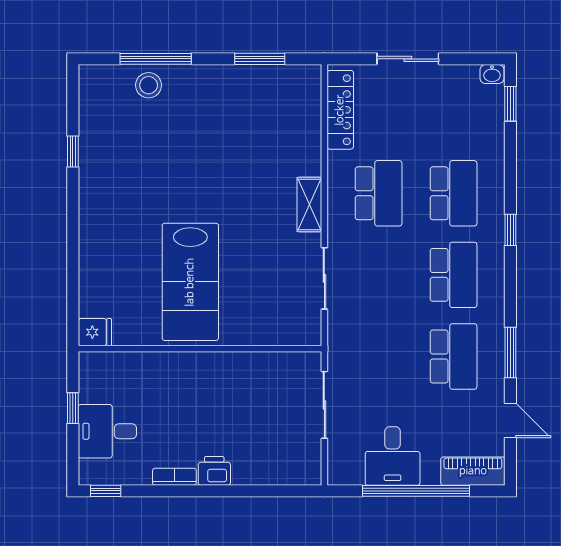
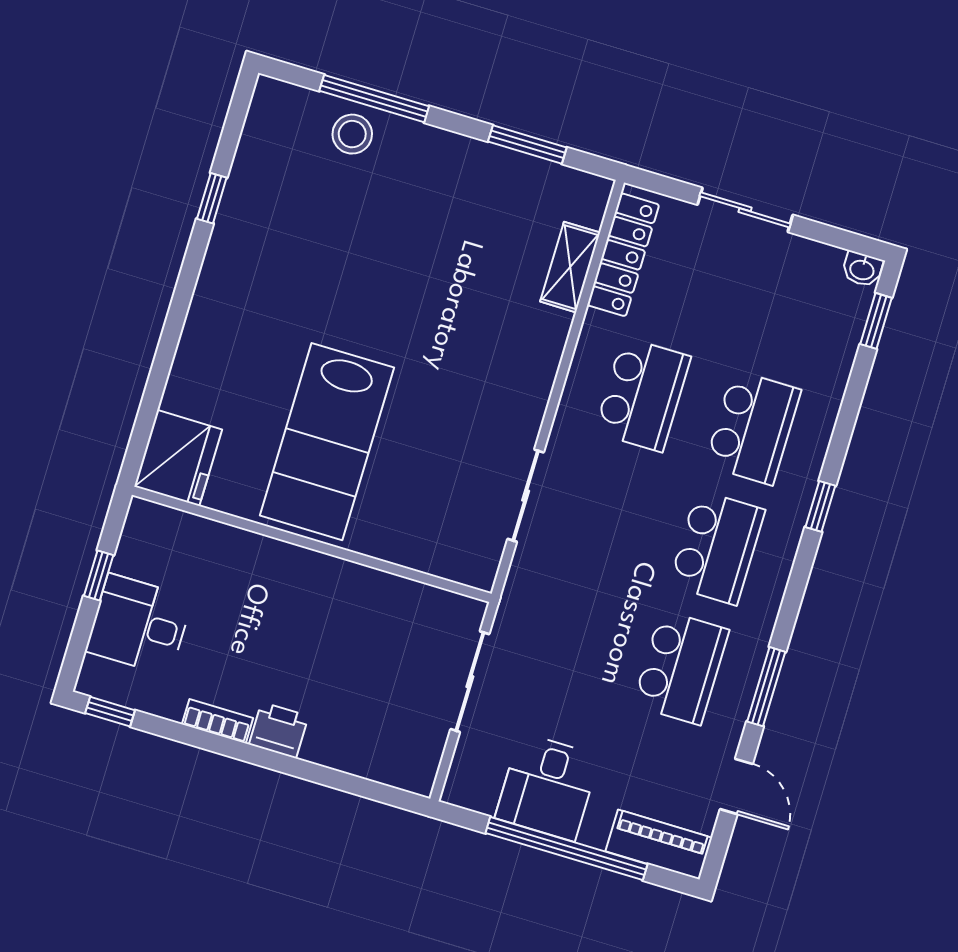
shelving: (309, 205) -> (570, 267), moved
fridge: (95, 332) -> (178, 458), width x1.88, depth x1.34

